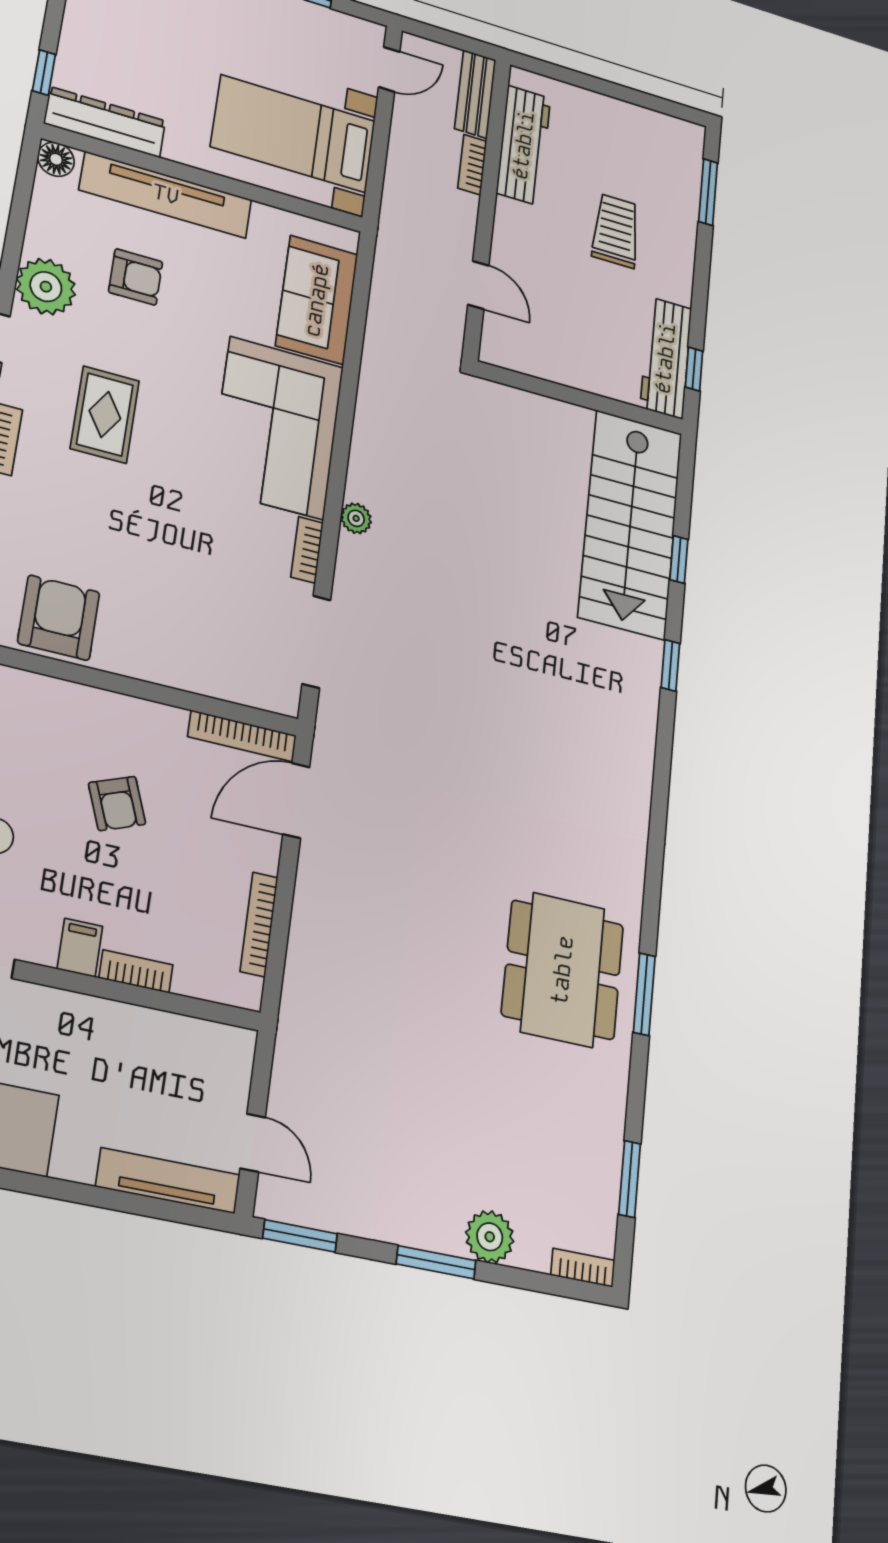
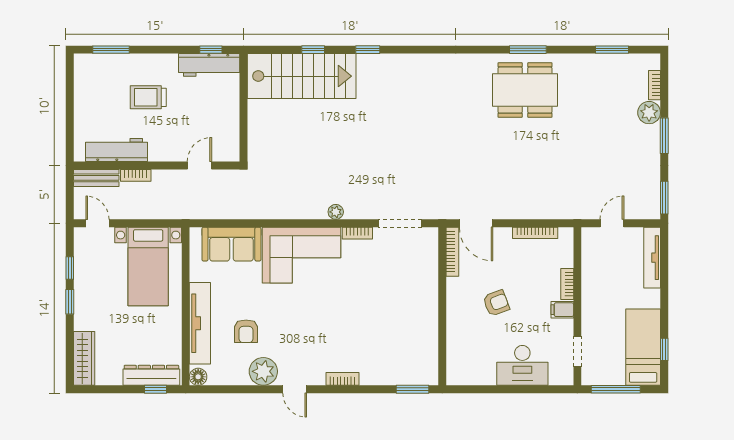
dresser: (105, 122) -> (151, 375), moved, turned 90
armchair: (136, 277) -> (246, 331), turned 180
rug: (105, 415) -> (318, 335), removed
armchair: (59, 618) -> (419, 341), removed
door: (253, 1143) -> (612, 223), moved
bookcase: (583, 1268) -> (654, 85), moved

